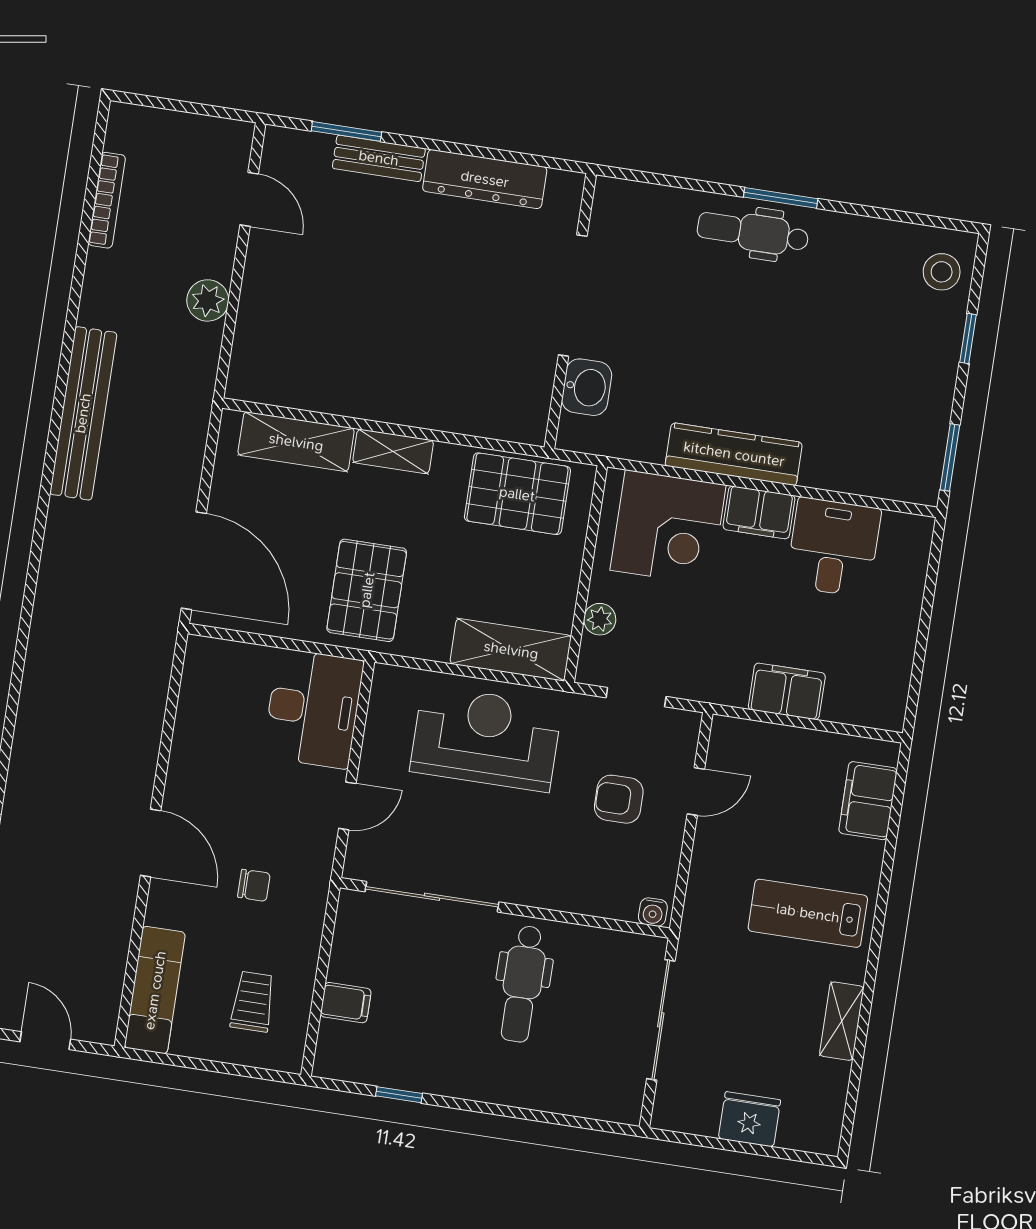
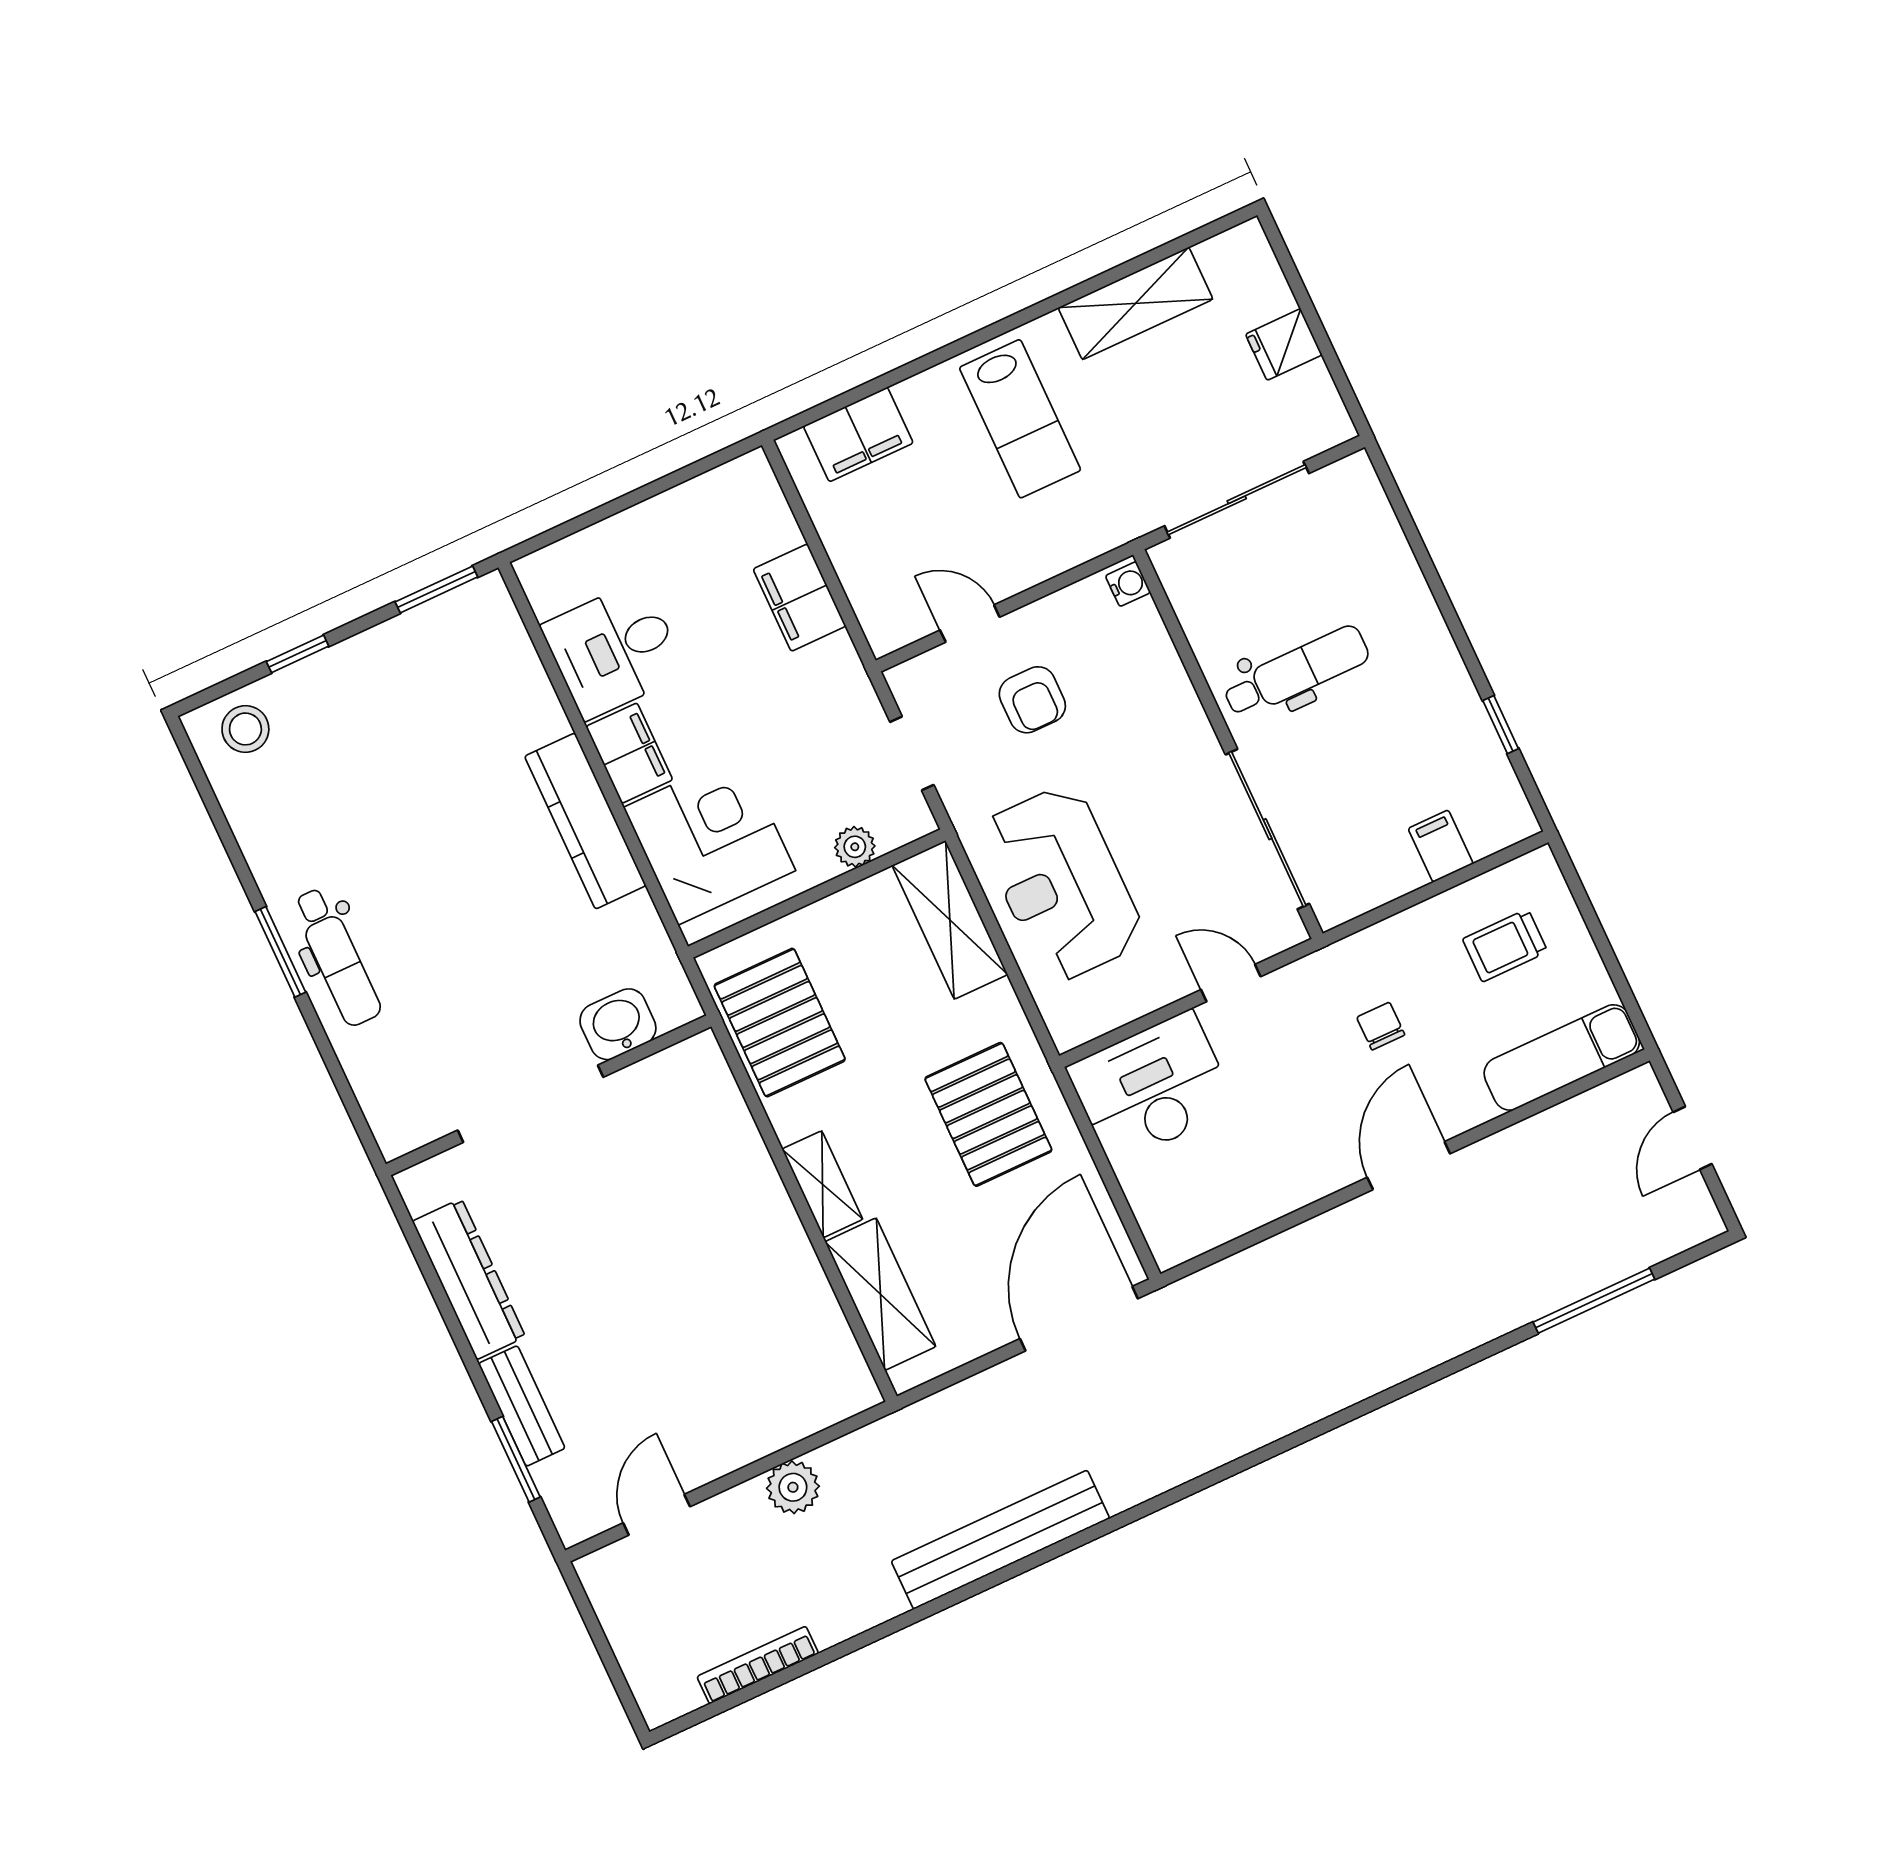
pallet: (367, 590) -> (988, 1114), turned 90
shelving: (842, 1021) -> (1136, 303), width x1.50, depth x1.33
fridge: (750, 1119) -> (1284, 345), width x0.72

